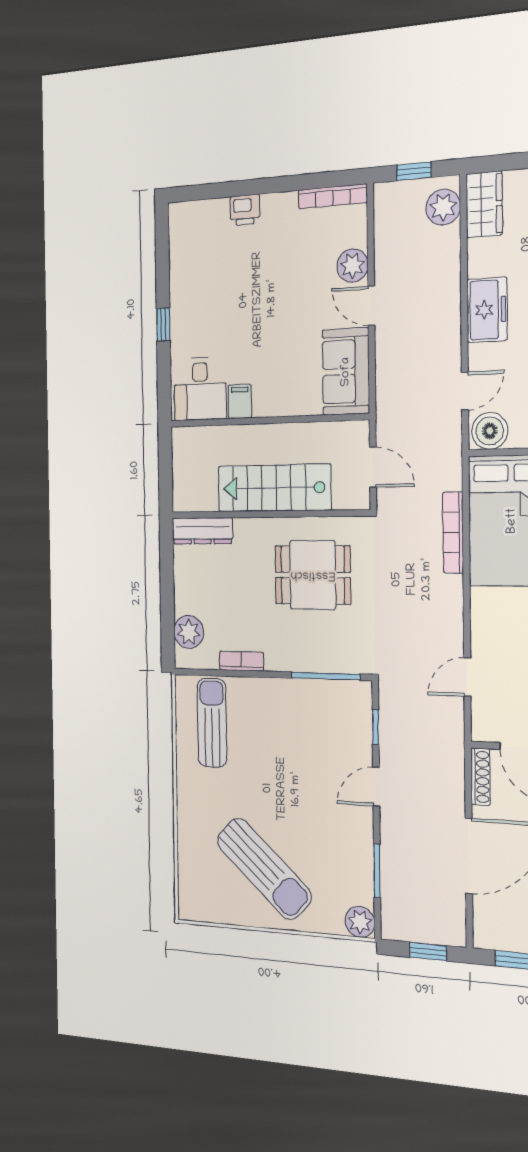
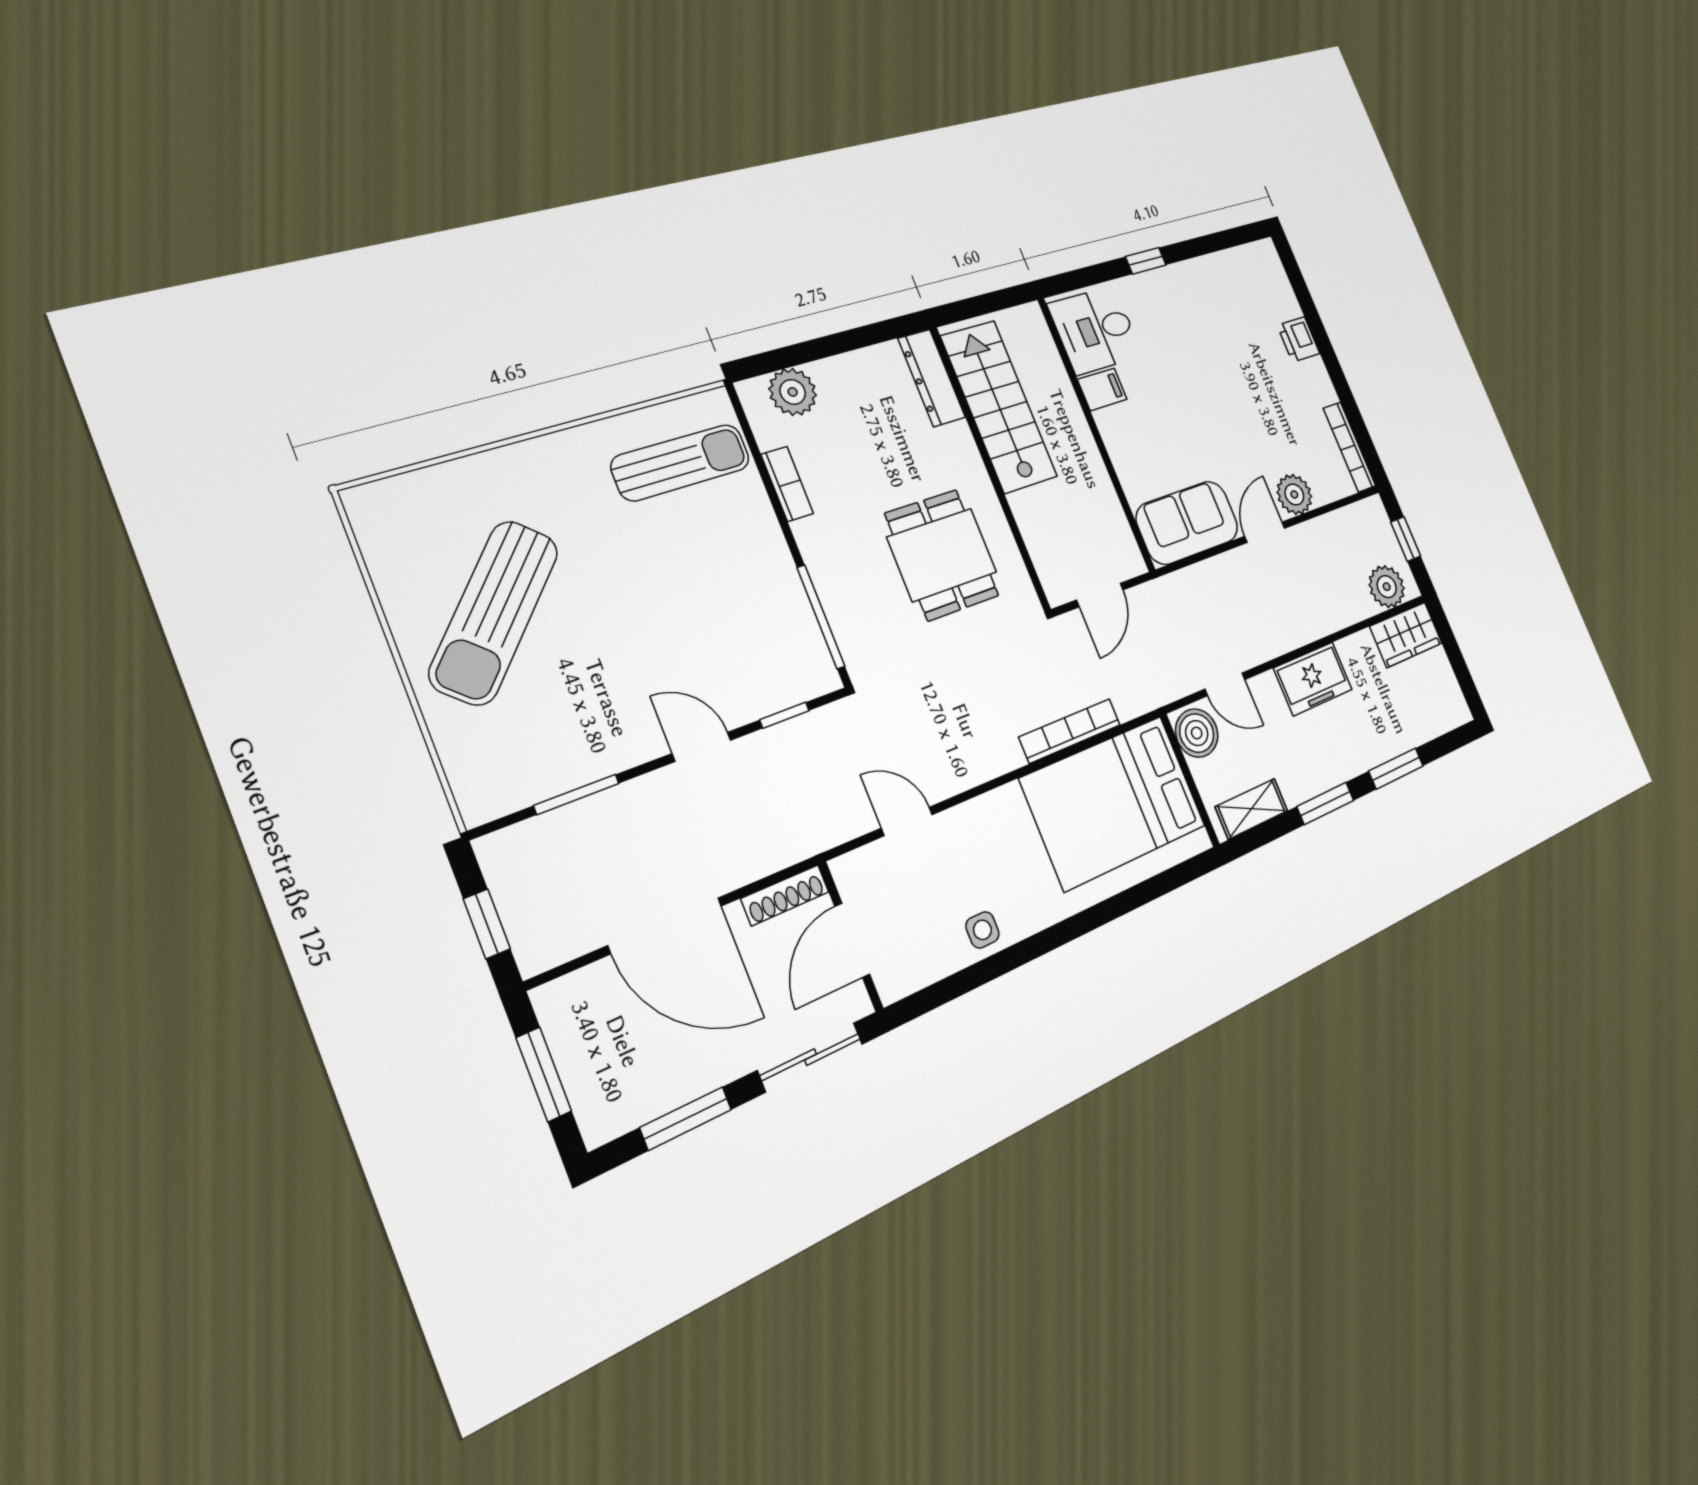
stairs: (274, 488) -> (999, 406), moved
plant: (360, 922) -> (482, 797), removed

